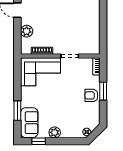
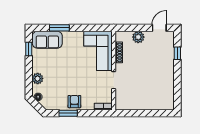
window: (103, 91) -> (68, 113), moved
plant: (55, 132) -> (38, 79), moved

